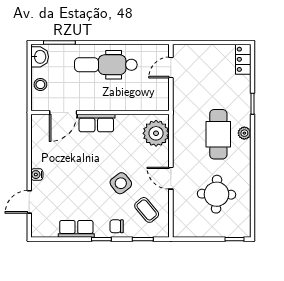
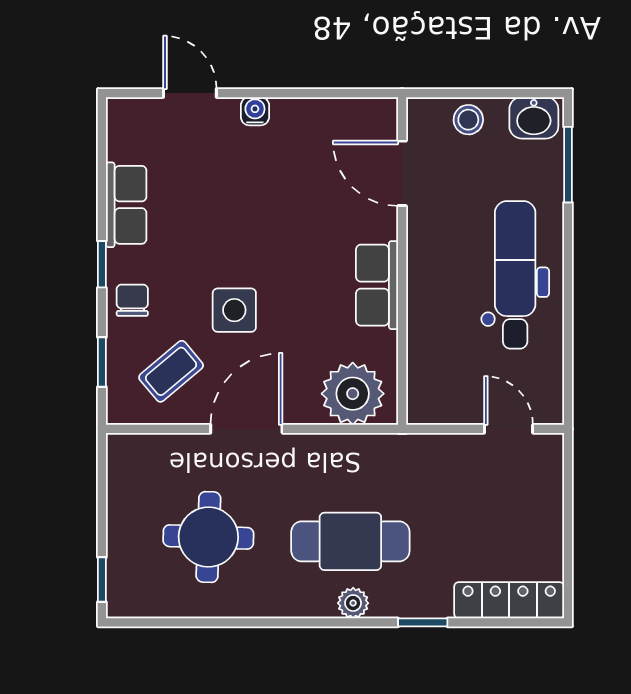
locker: (243, 59) -> (509, 600), width x1.53
row of seats: (96, 123) -> (377, 285), moved
door: (171, 178) -> (246, 429), width x1.38
side table: (121, 183) -> (234, 310), turned 38

